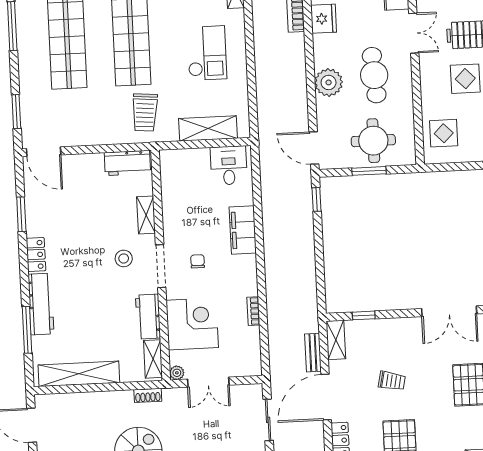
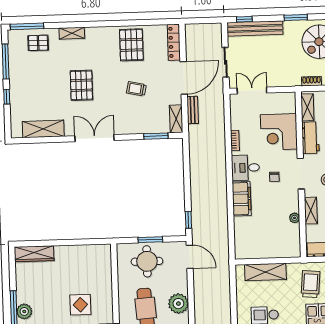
display table: (444, 133) -> (96, 266), removed
desk: (229, 165) -> (245, 168), moved, turned 90
window: (364, 315) -> (156, 136), width x1.50
plant: (177, 373) -> (294, 218), moved
double door: (208, 382) -> (252, 91), moved

